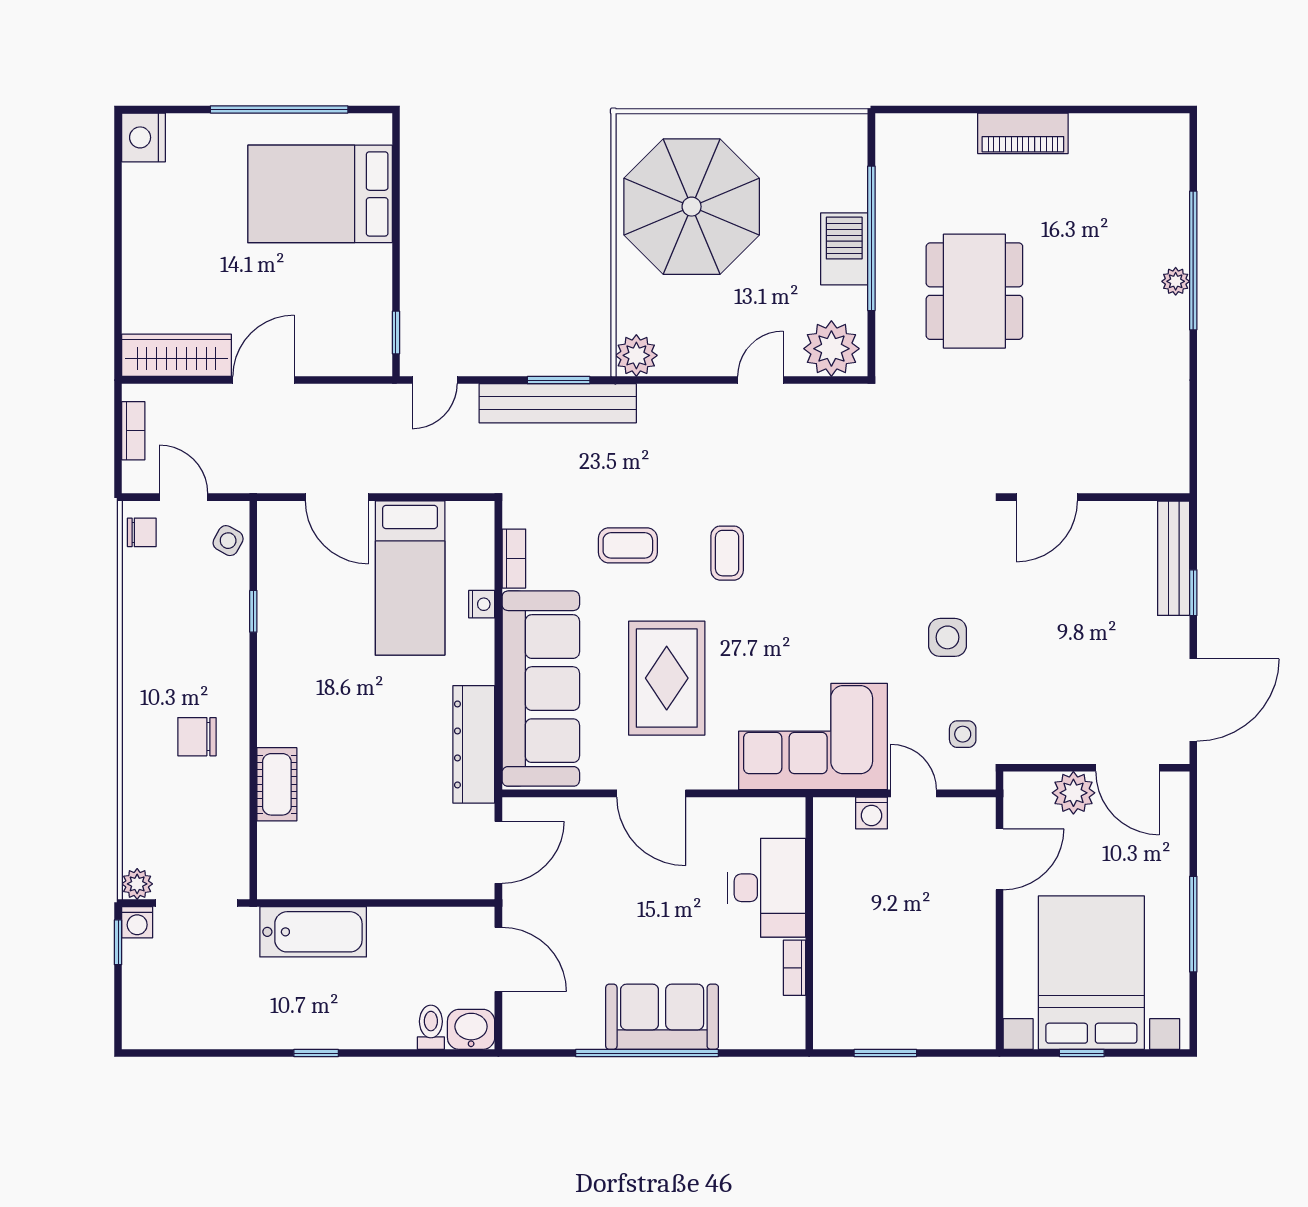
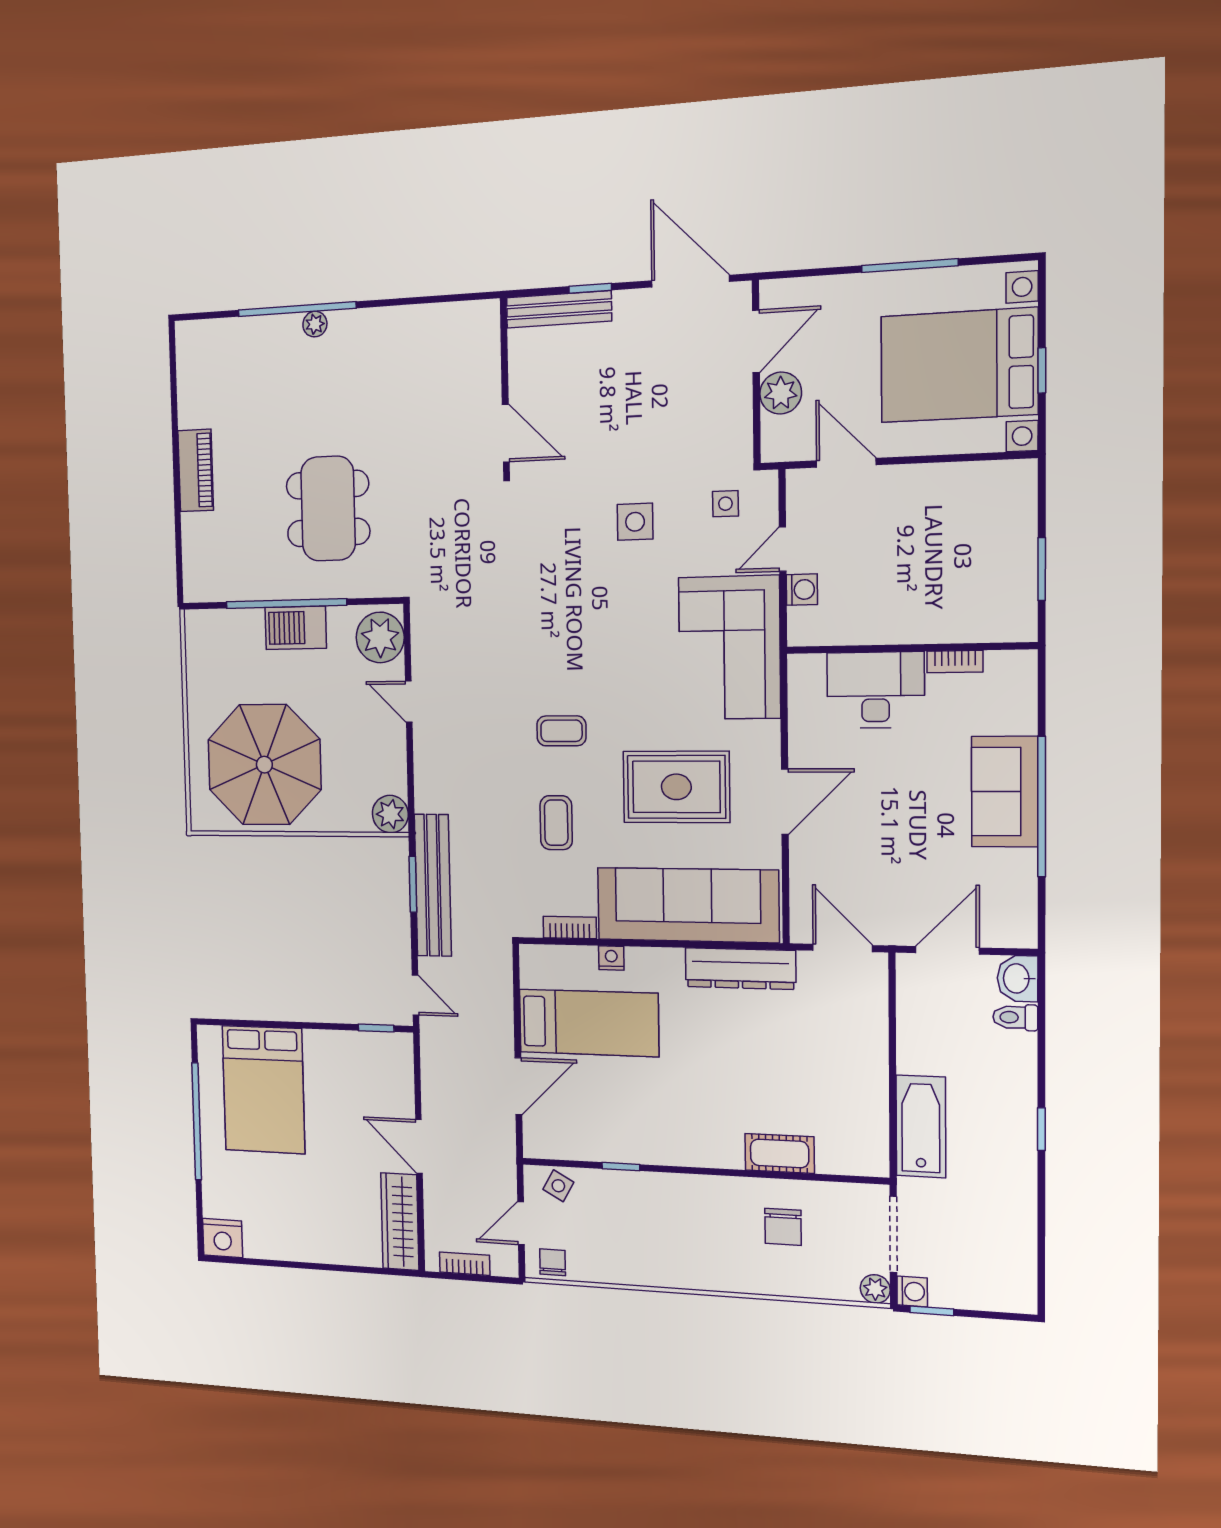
dining table: (974, 291) -> (328, 509), turned 90
chair: (197, 737) -> (783, 1227), moved

